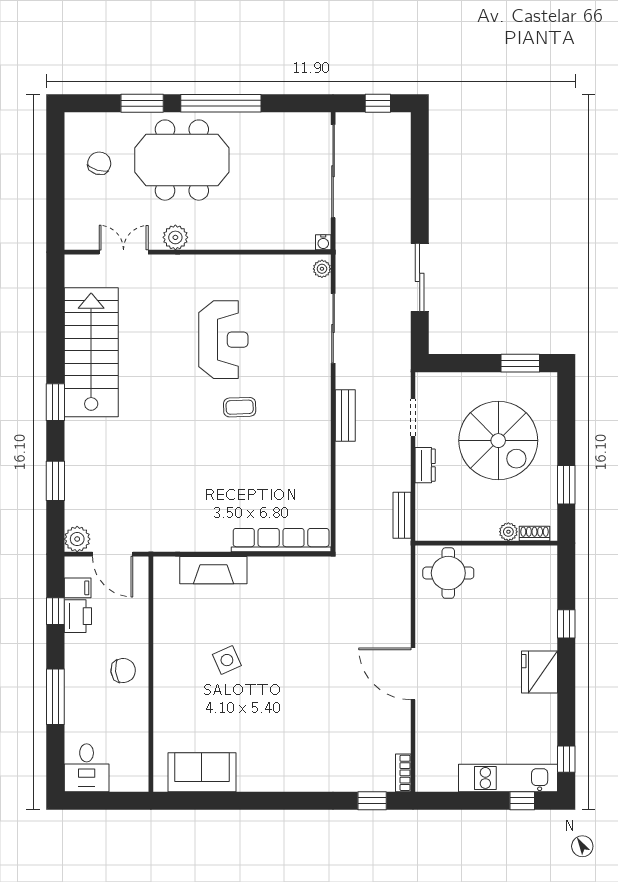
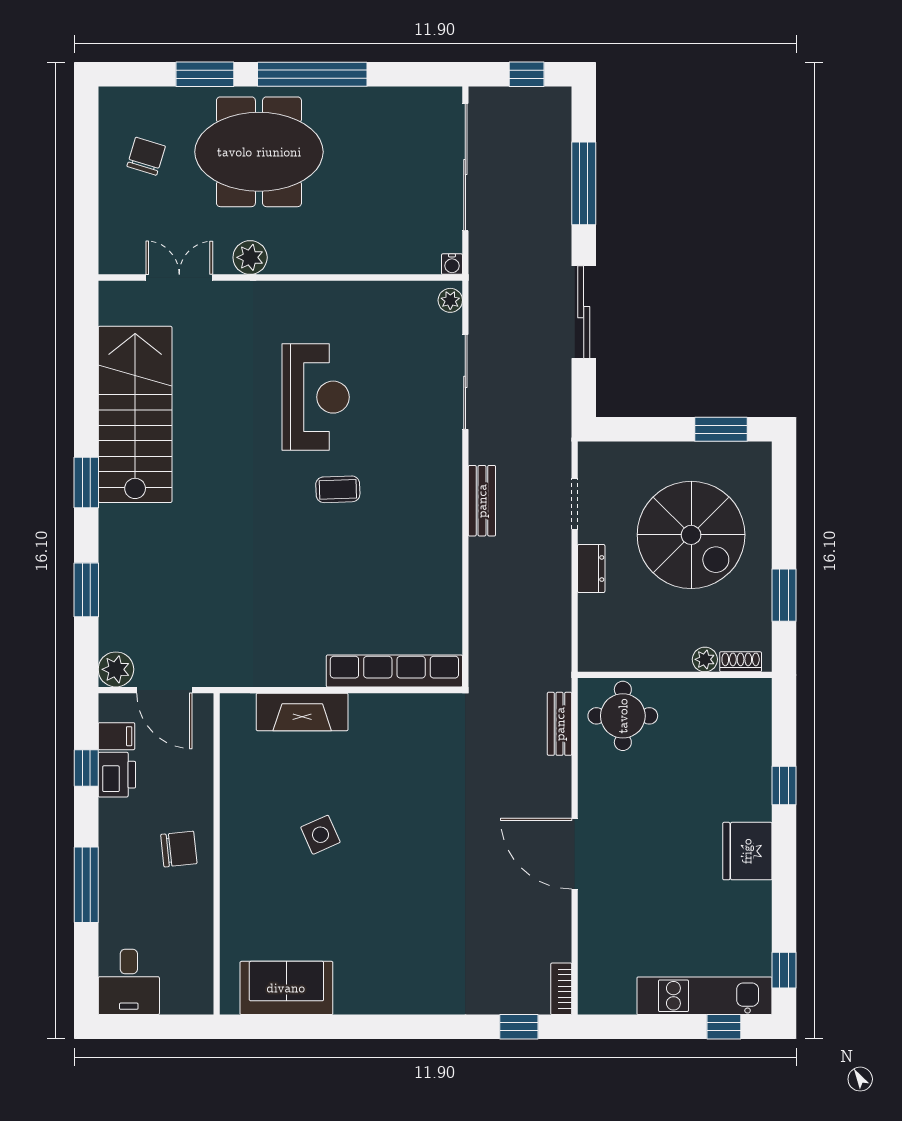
window: (420, 183) -> (584, 183), added
bench: (402, 515) -> (560, 724), moved

